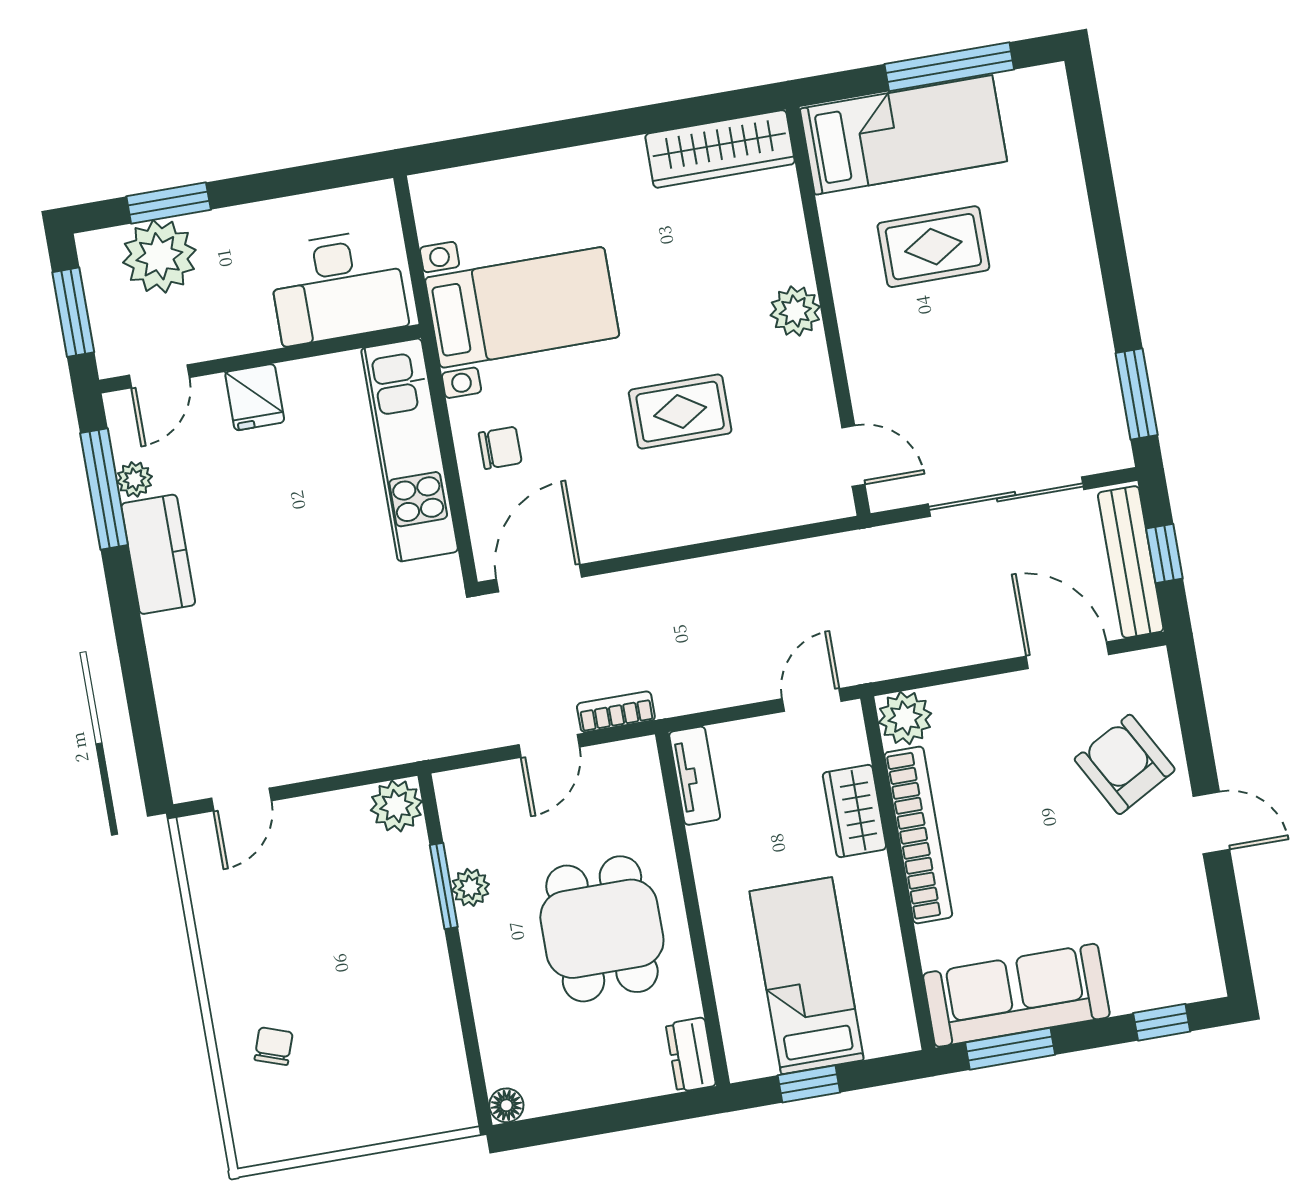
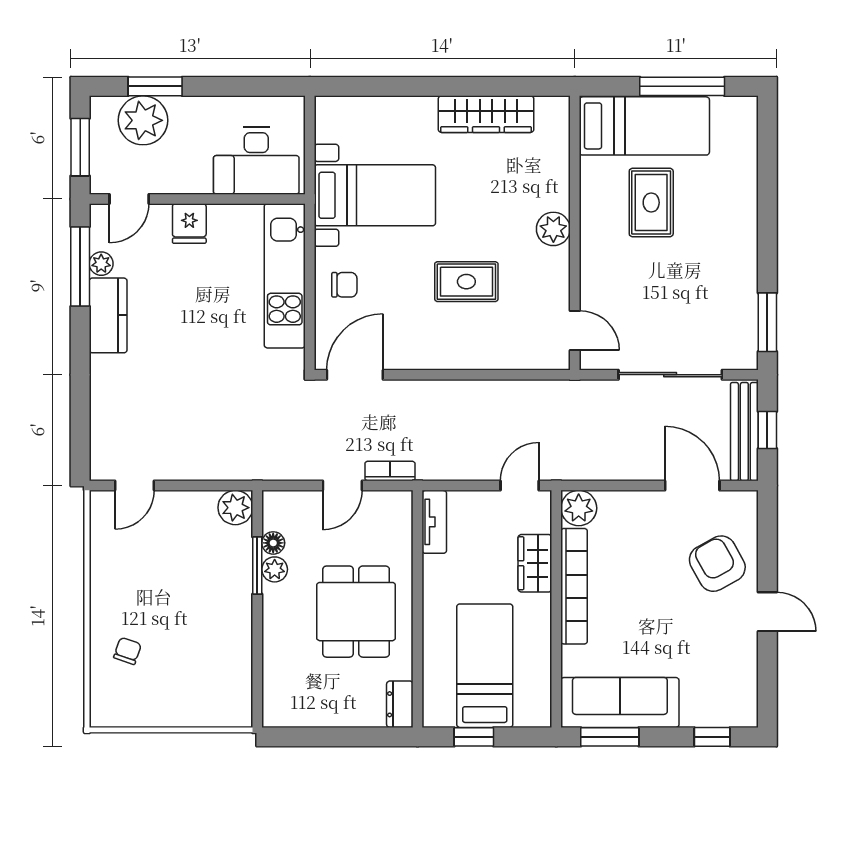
wardrobe: (720, 149) -> (486, 114), moved
rug: (933, 247) -> (651, 203), turned 90
floor lamp: (506, 1105) -> (273, 543), moved

